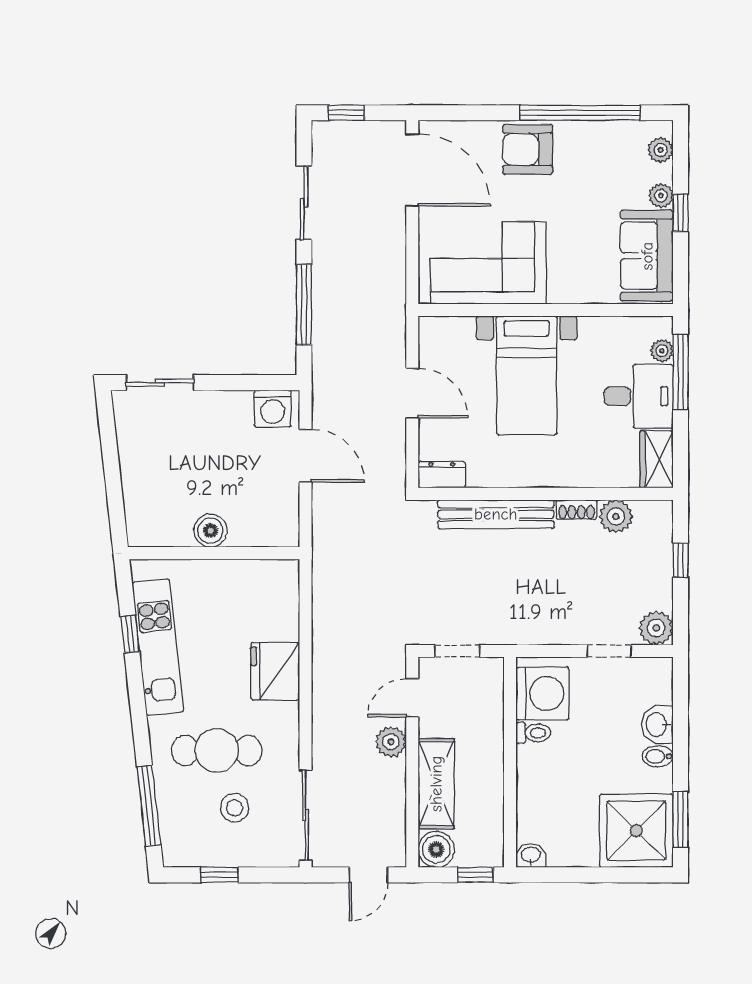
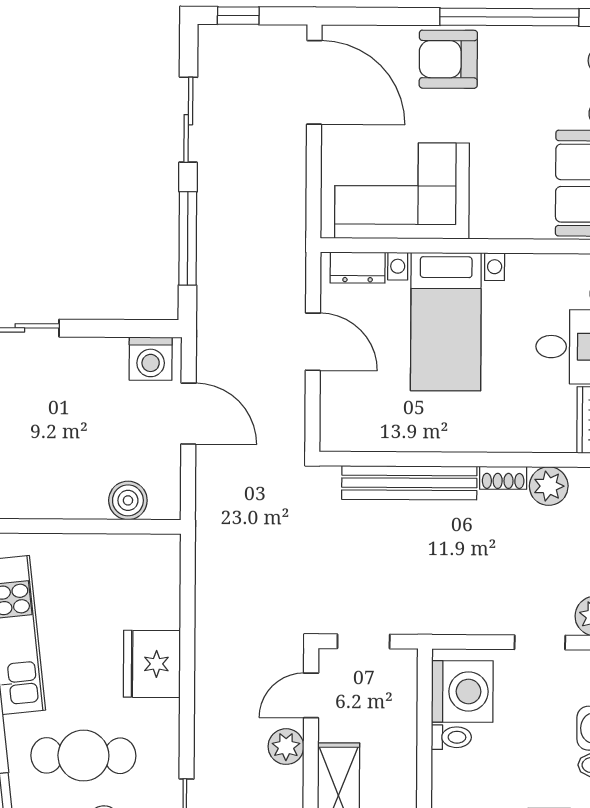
dresser: (442, 475) -> (358, 268), moved, turned 180
boiler: (210, 531) -> (128, 500), moved

